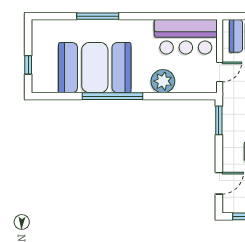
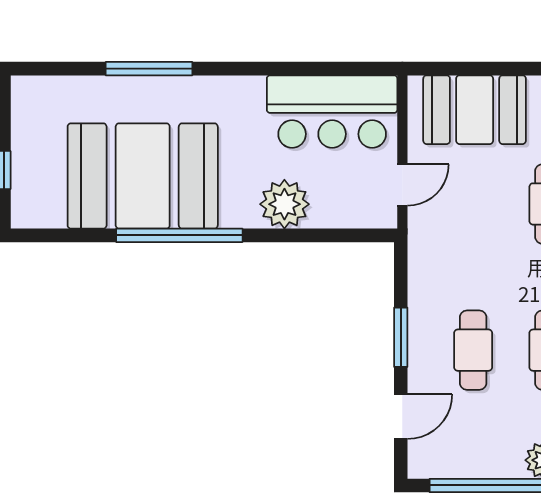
window: (219, 120) -> (401, 337), moved

